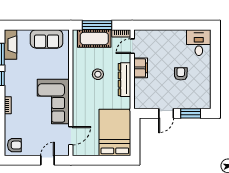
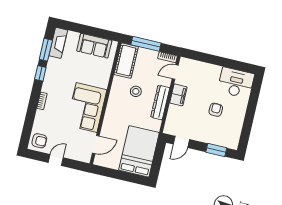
cot: (94, 38) -> (126, 61), moved, turned 90
desk: (199, 43) -> (236, 83), width x1.37
door: (166, 113) -> (181, 142), moved
door: (48, 160) -> (56, 160), moved

